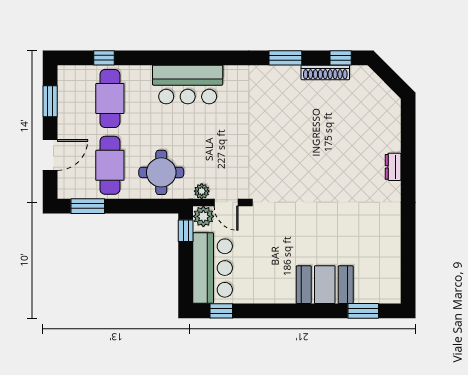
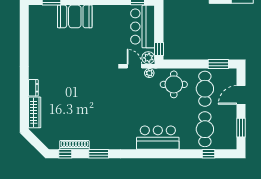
wardrobe: (391, 126) -> (35, 112), added

